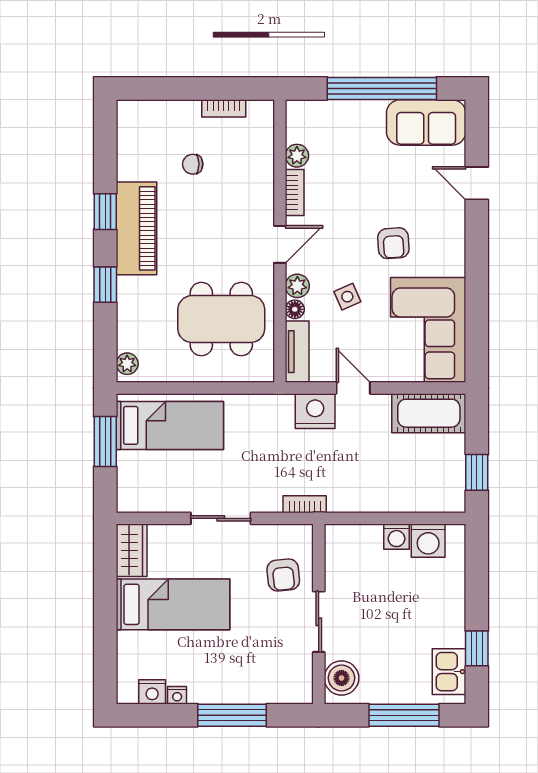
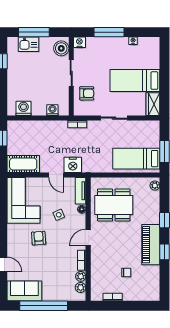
plant: (297, 286) -> (81, 287), moved
washing machine: (396, 537) -> (52, 110), moved
armchair: (283, 575) -> (87, 93), turned 96
kitchen sink: (449, 672) -> (29, 44), moved, turned 90
nightstand: (152, 692) -> (79, 42), moved

